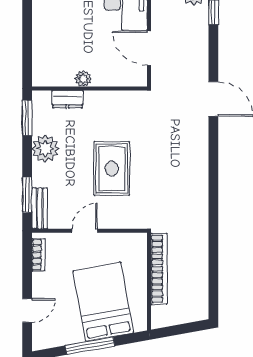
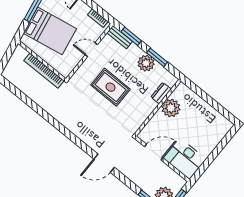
plant: (83, 79) -> (171, 108), width x1.88, depth x1.88
window: (27, 118) -> (157, 57), moved
door: (85, 231) -> (91, 50), swing flipped

